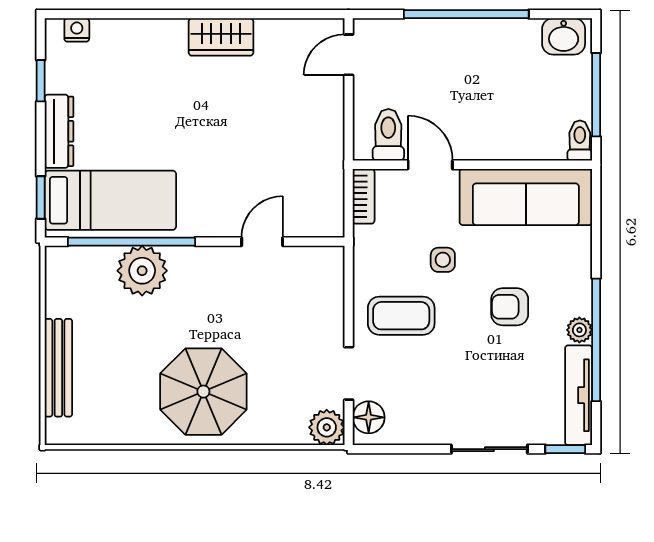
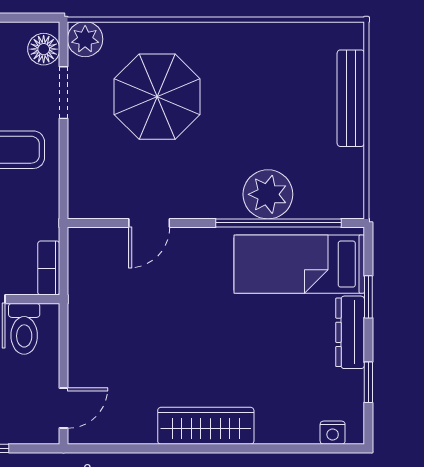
wardrobe: (221, 37) -> (206, 426), width x1.50
window: (41, 197) -> (368, 297), moved
parasol: (203, 392) -> (157, 97), moved

